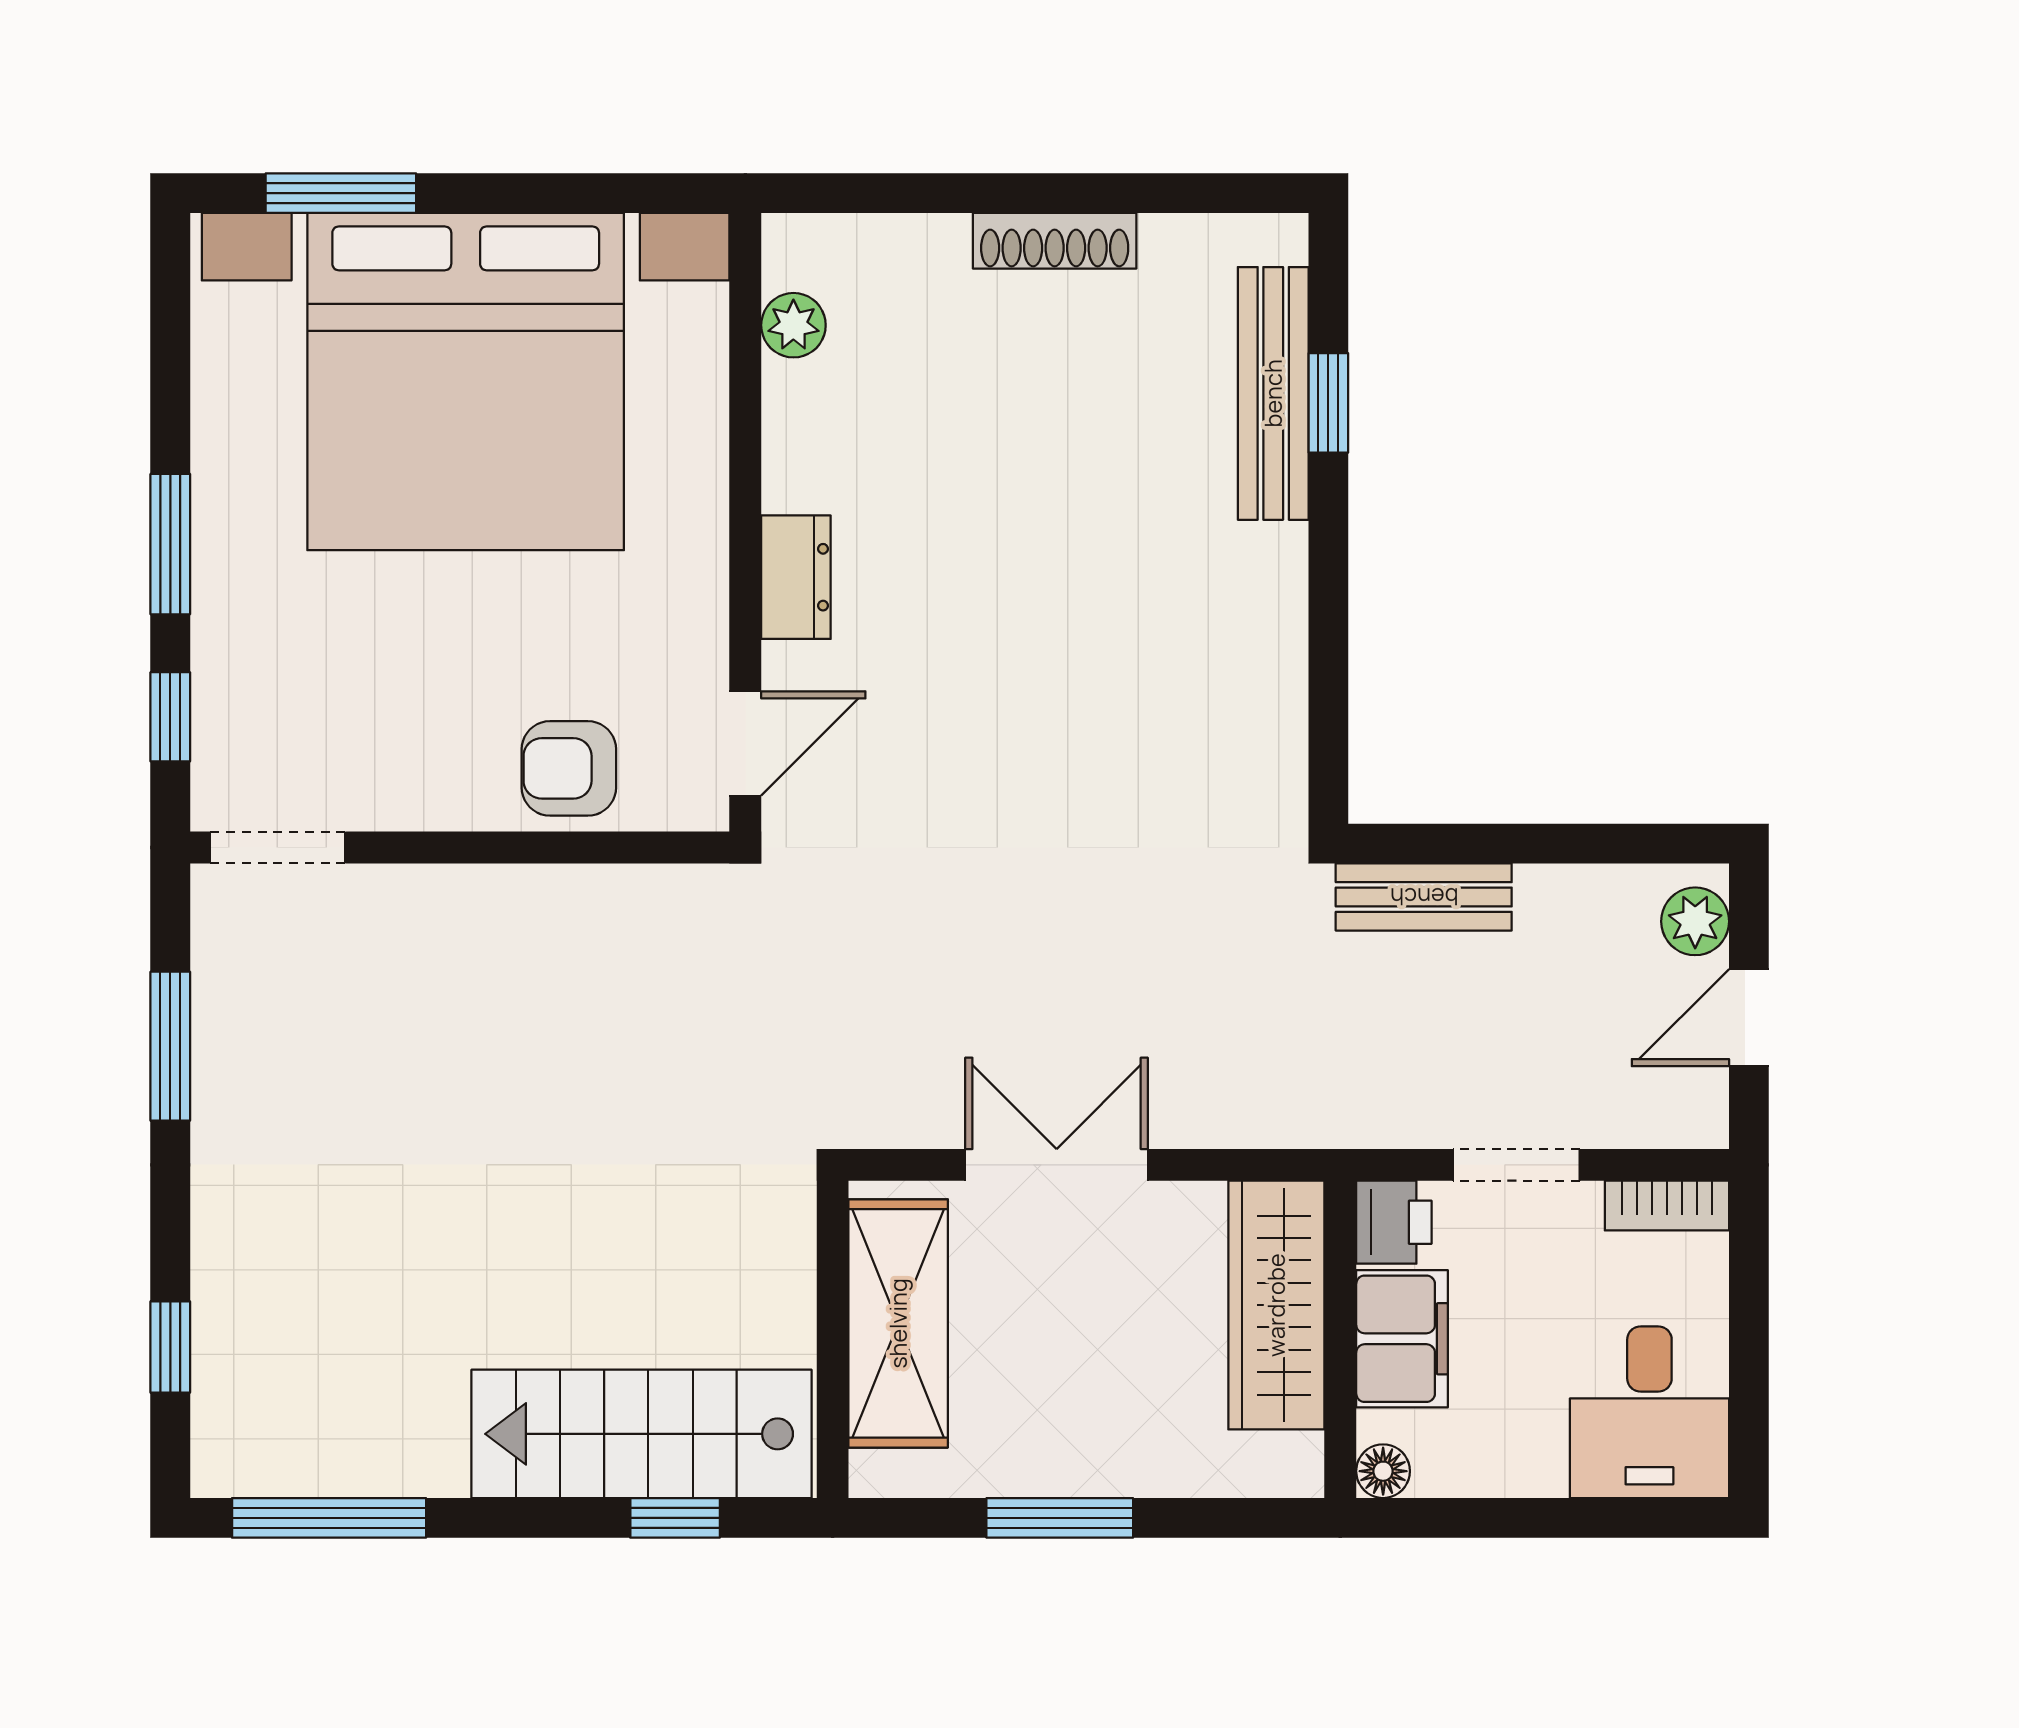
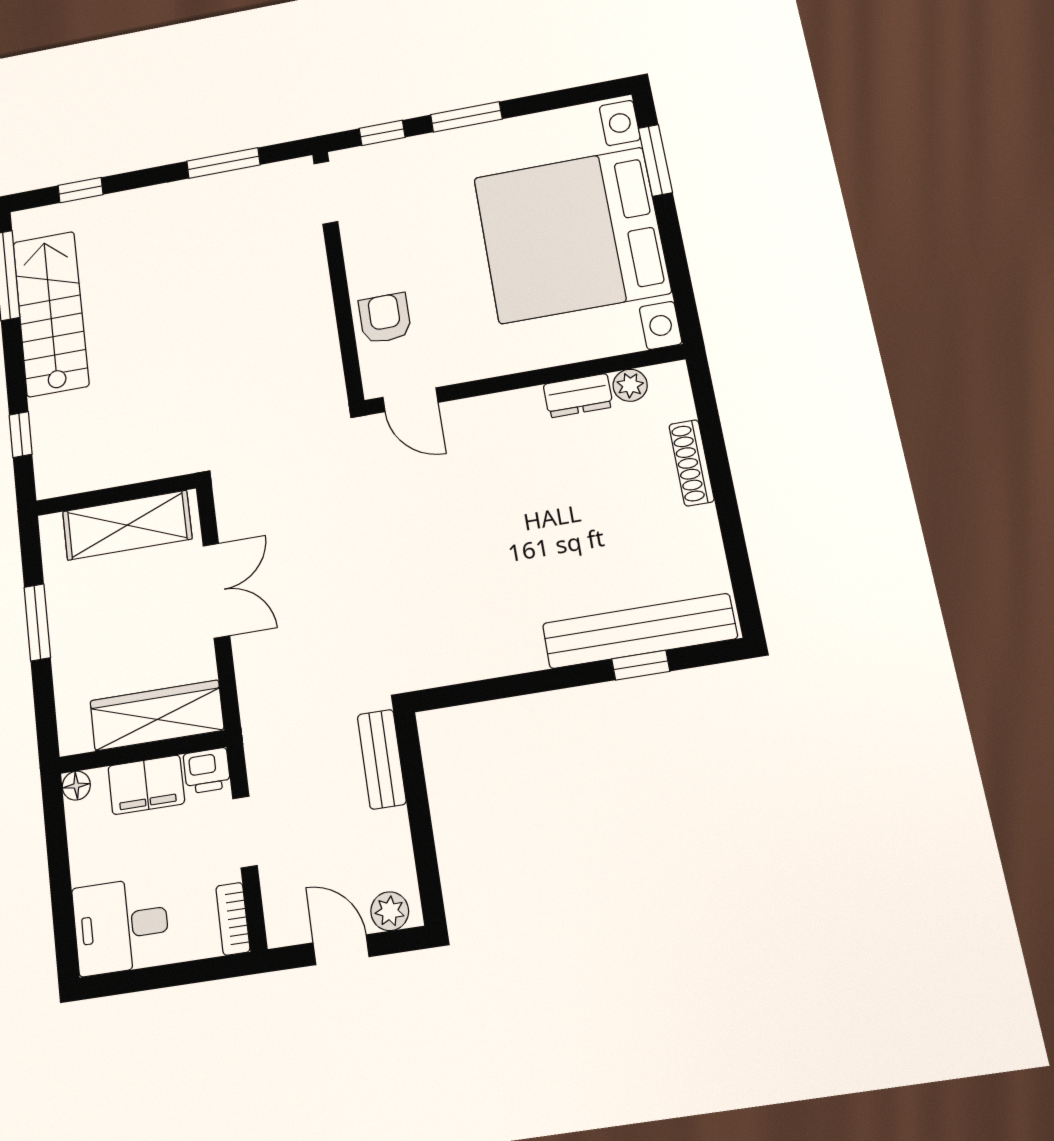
shoe rack: (1055, 241) -> (692, 463), moved
bench: (1273, 393) -> (640, 631), width x1.37, depth x1.21
dresser: (796, 577) -> (578, 396), moved
stairs: (642, 1434) -> (51, 313), moved

